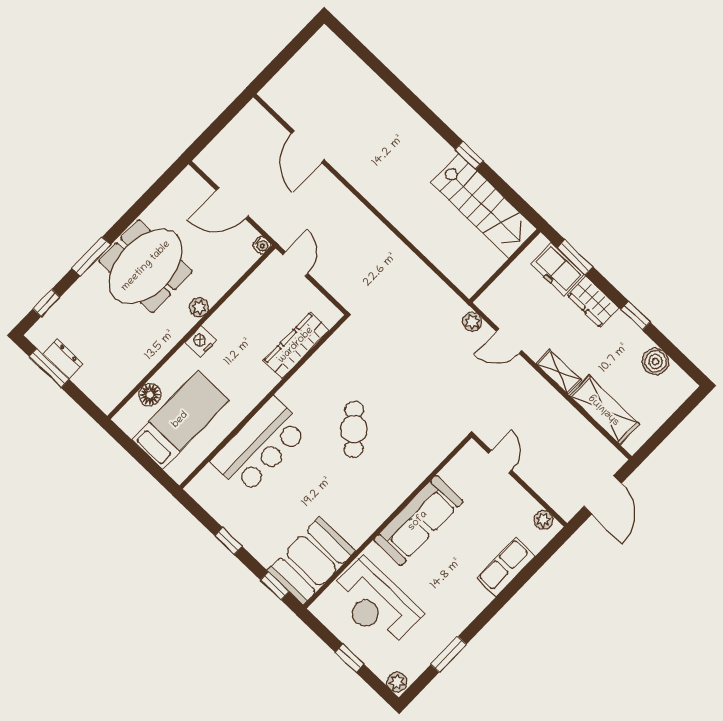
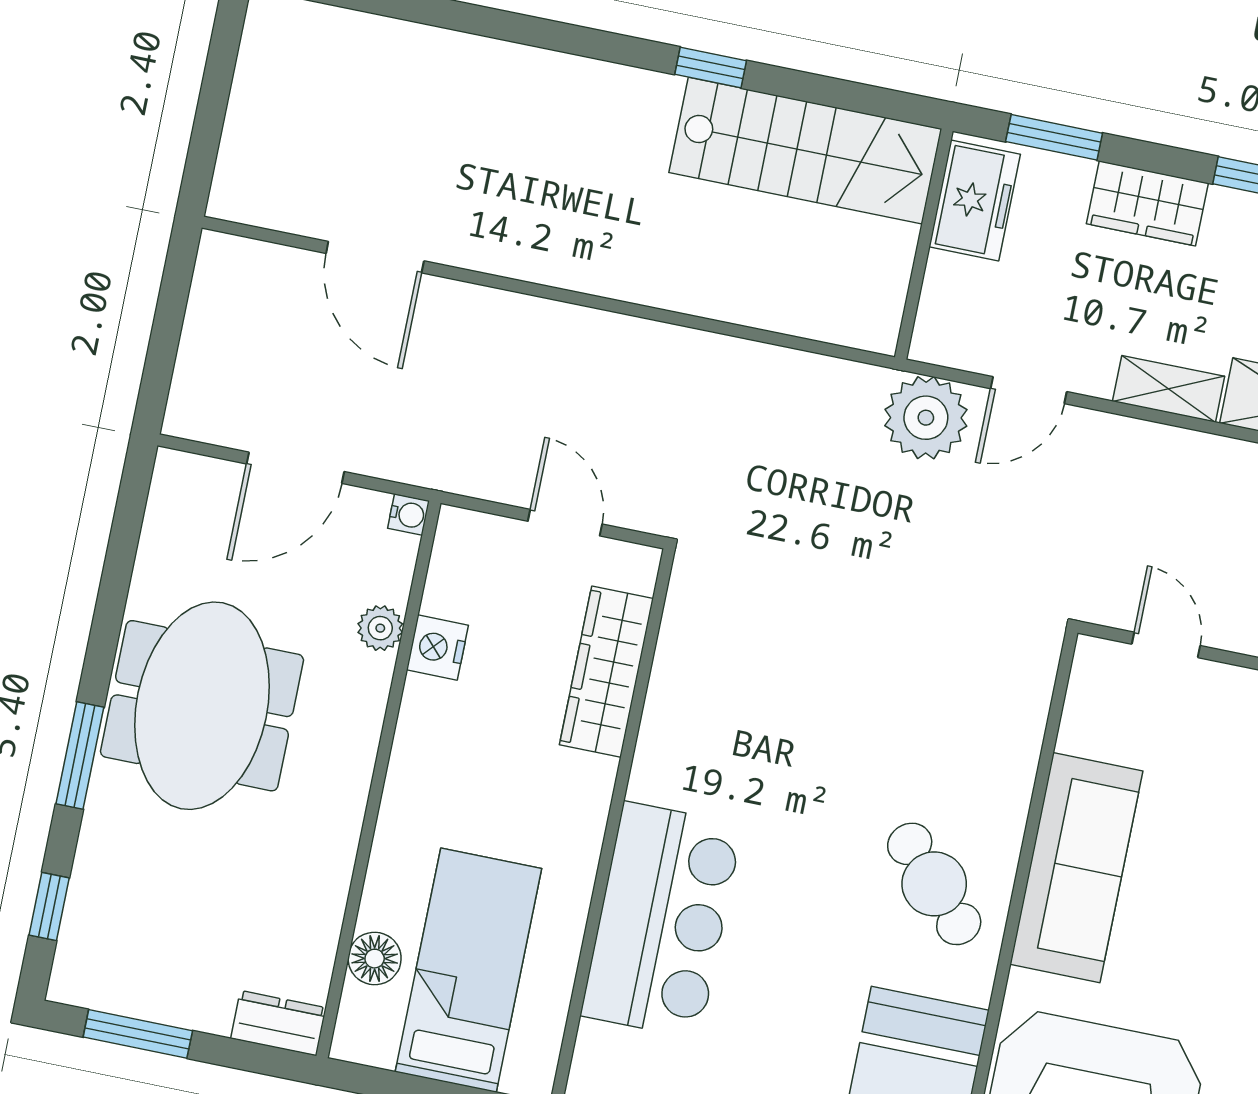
door: (295, 264) -> (565, 523), moved
freezer: (558, 269) -> (975, 201), moved, turned -90
plant: (199, 307) -> (380, 628), moved
plant: (472, 322) -> (926, 418), width x1.87, depth x1.87
nightstand: (201, 341) -> (437, 648), moved
dresser: (63, 359) -> (278, 1023), moved
cafe table: (354, 429) -> (934, 884), moved

